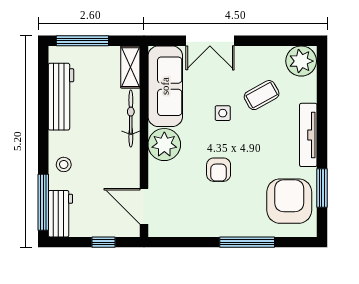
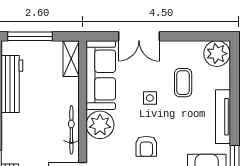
coffee table: (262, 95) -> (183, 83), turned -61
bicycle: (131, 118) -> (71, 130), moved
stool: (64, 164) -> (14, 142), removed

